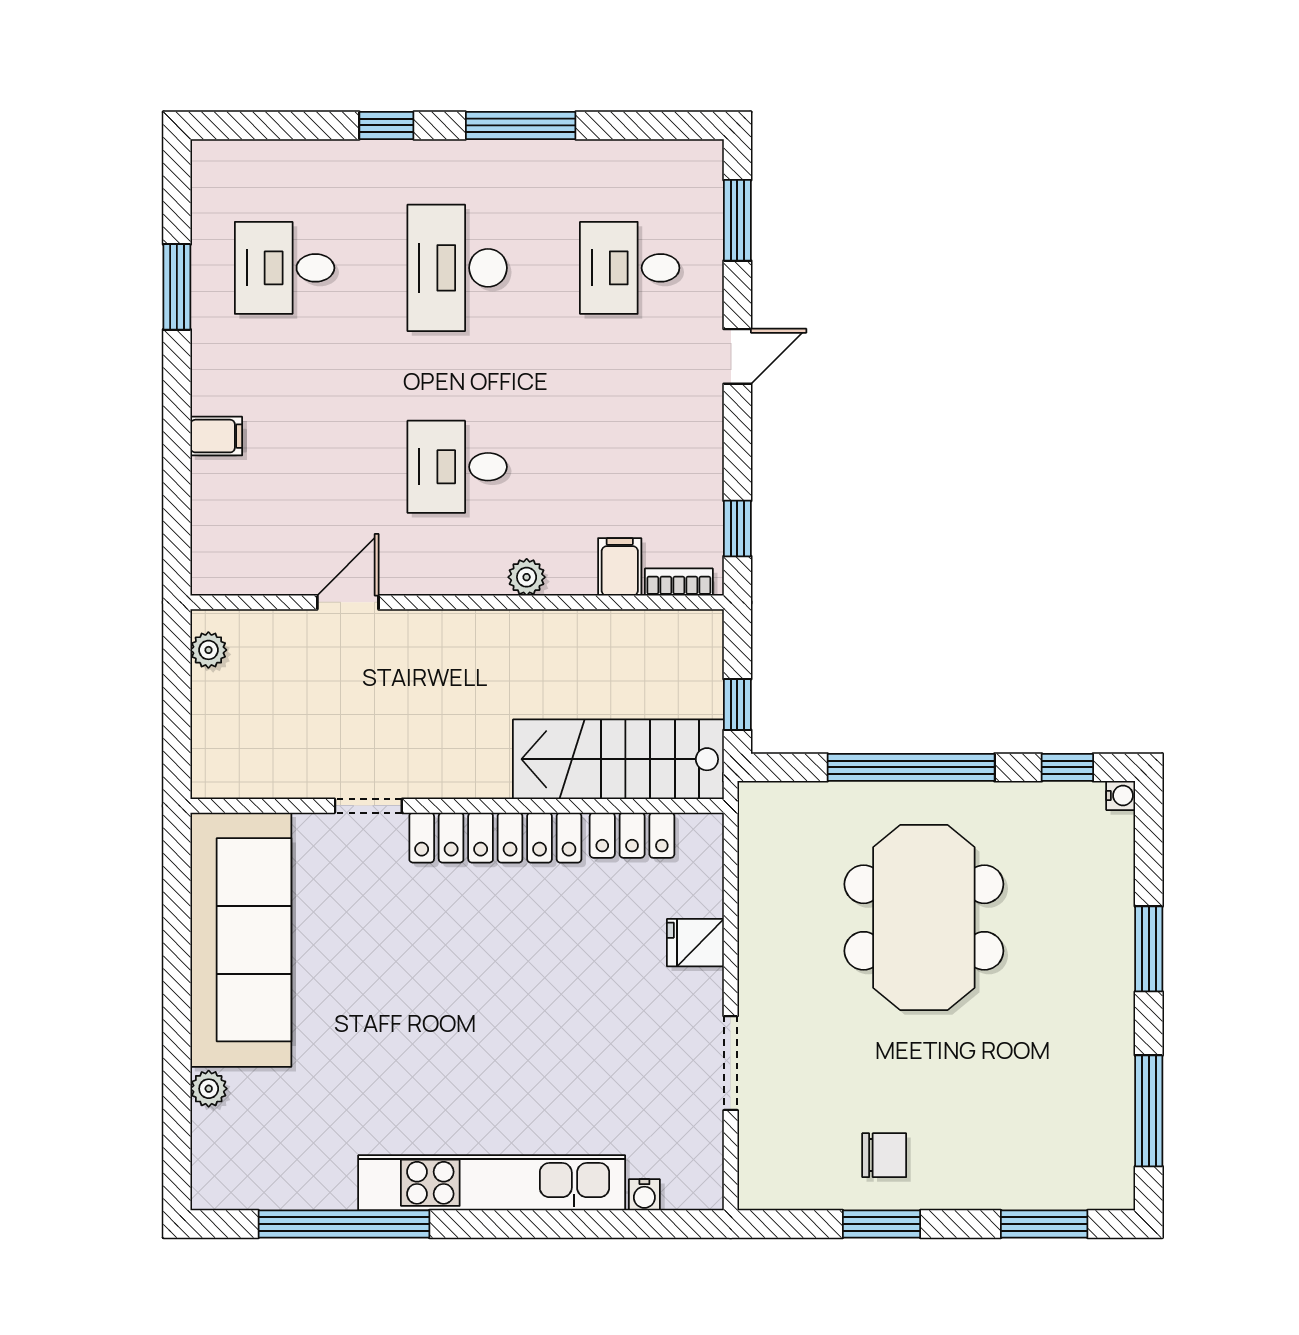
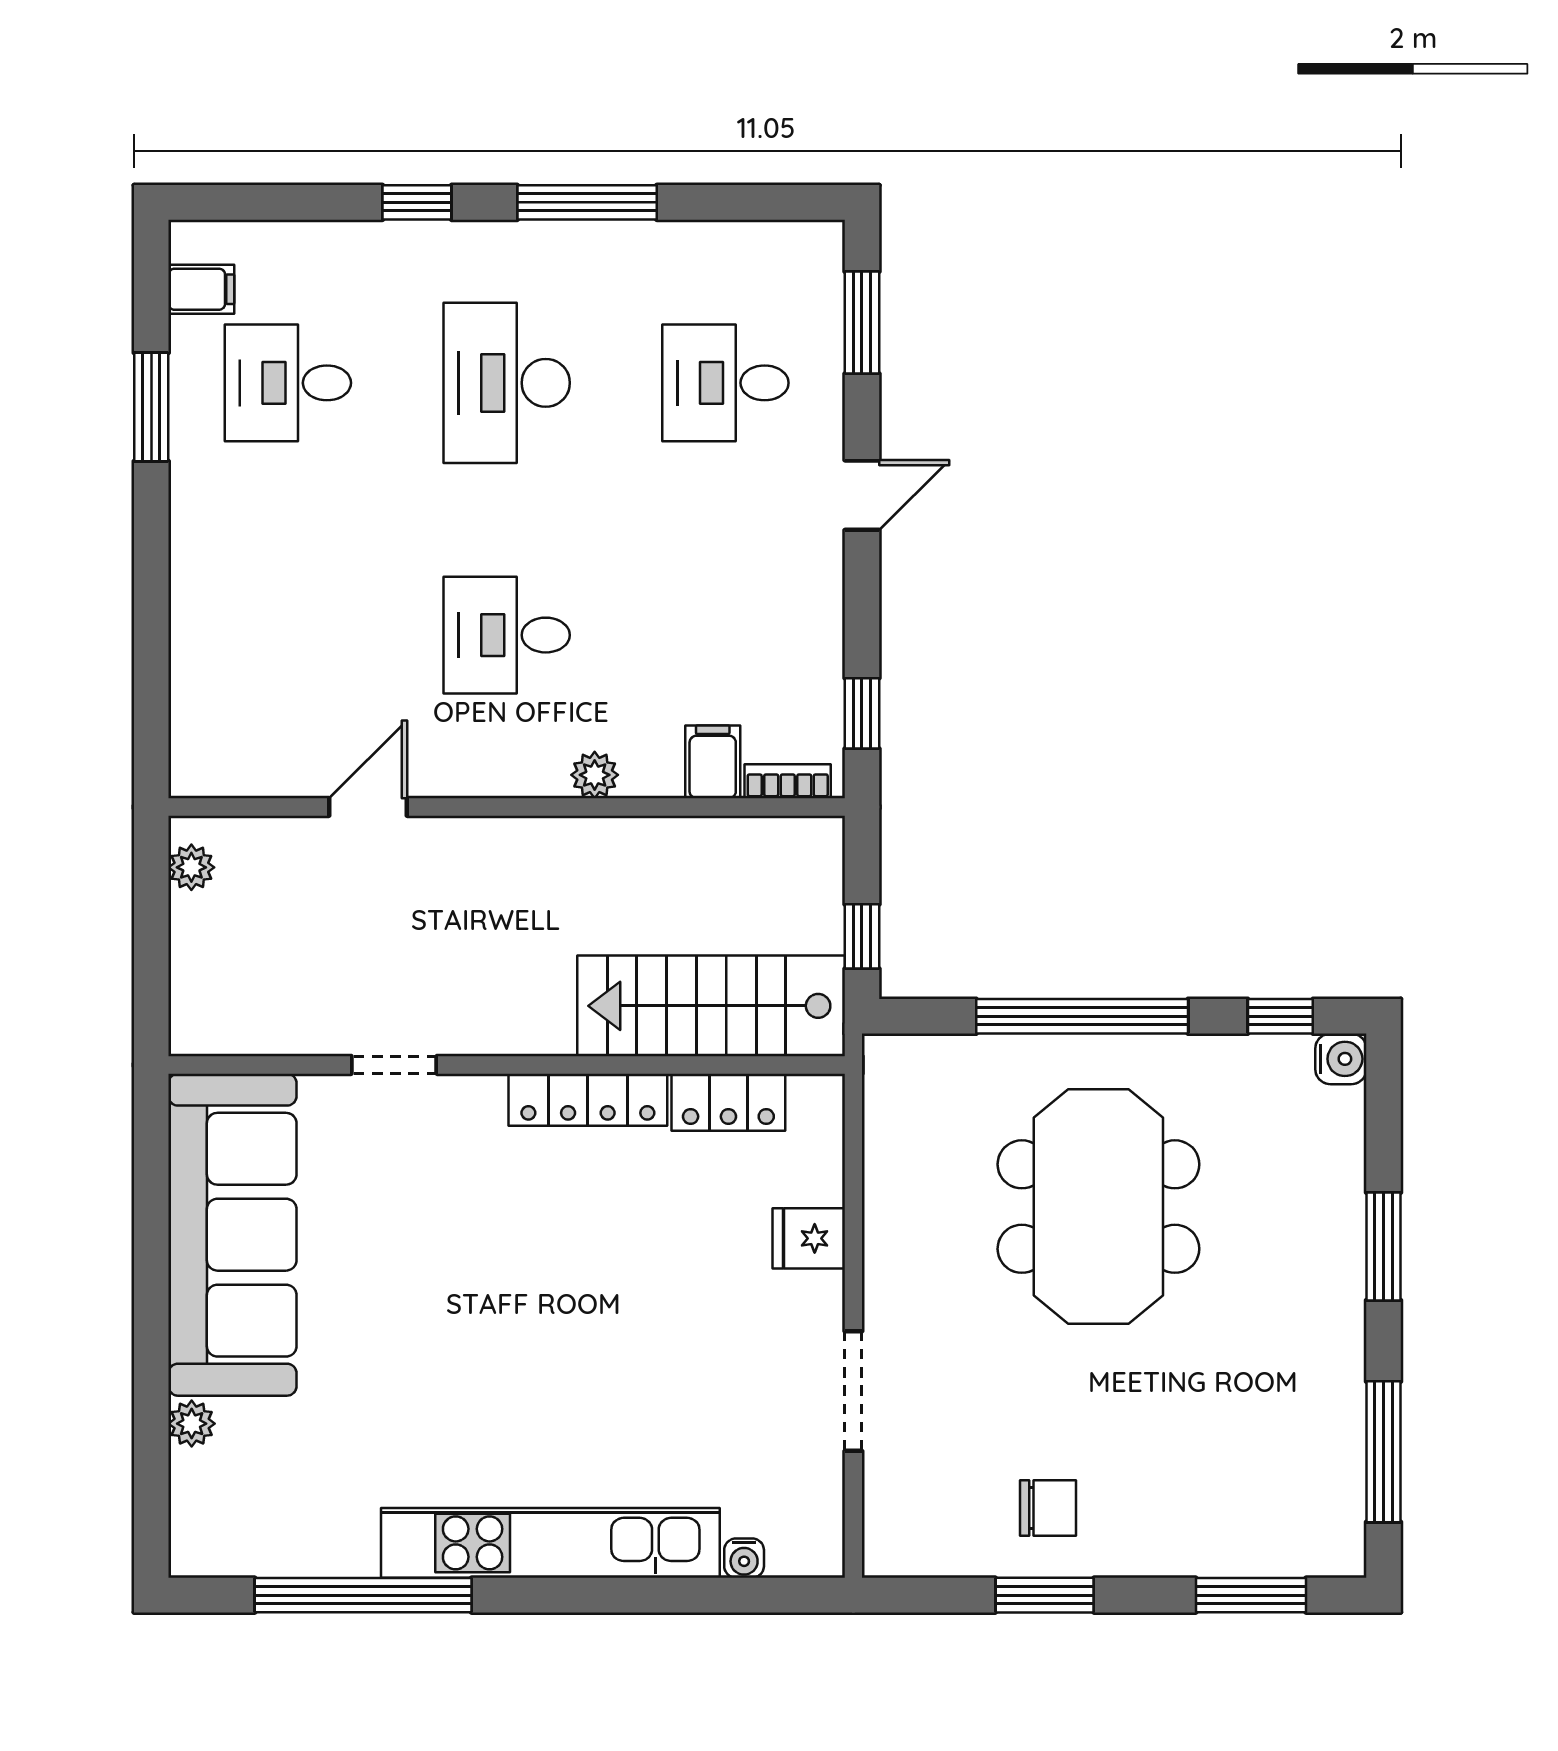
filing cabinet: (216, 436) -> (201, 289), moved
water cooler: (1121, 795) -> (1341, 1059), width x1.38, depth x1.38
locker: (495, 838) -> (588, 1100), width x0.71, depth x0.83

